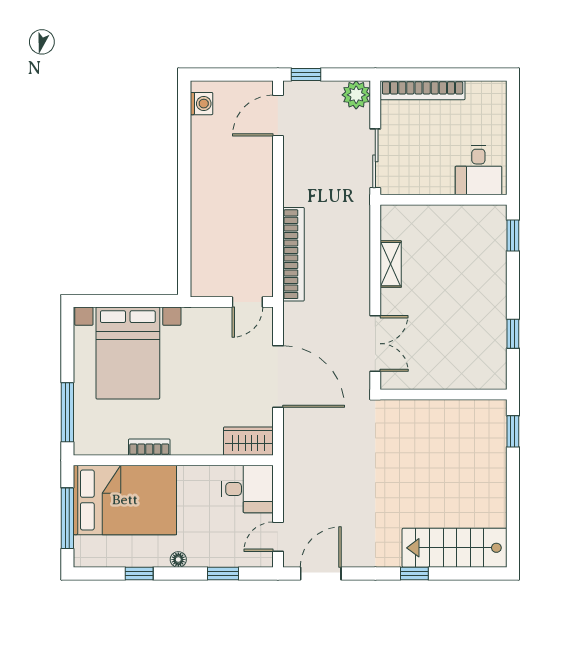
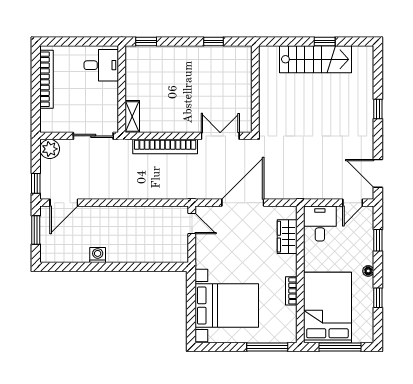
window: (238, 74) -> (36, 230), added
bookcase: (423, 90) -> (47, 79), moved
washing machine: (202, 104) -> (98, 255), moved
door: (278, 116) -> (64, 203), hinge flipped
bookcase: (293, 254) -> (165, 146), moved, turned 180
shelving: (391, 264) -> (132, 116), moved, turned 90
window: (513, 431) -> (325, 42), moved
wardrobe: (248, 441) -> (287, 237), moved
door: (278, 537) -> (353, 203), hinge flipped
stairs: (455, 548) -> (316, 59), moved, turned -90

